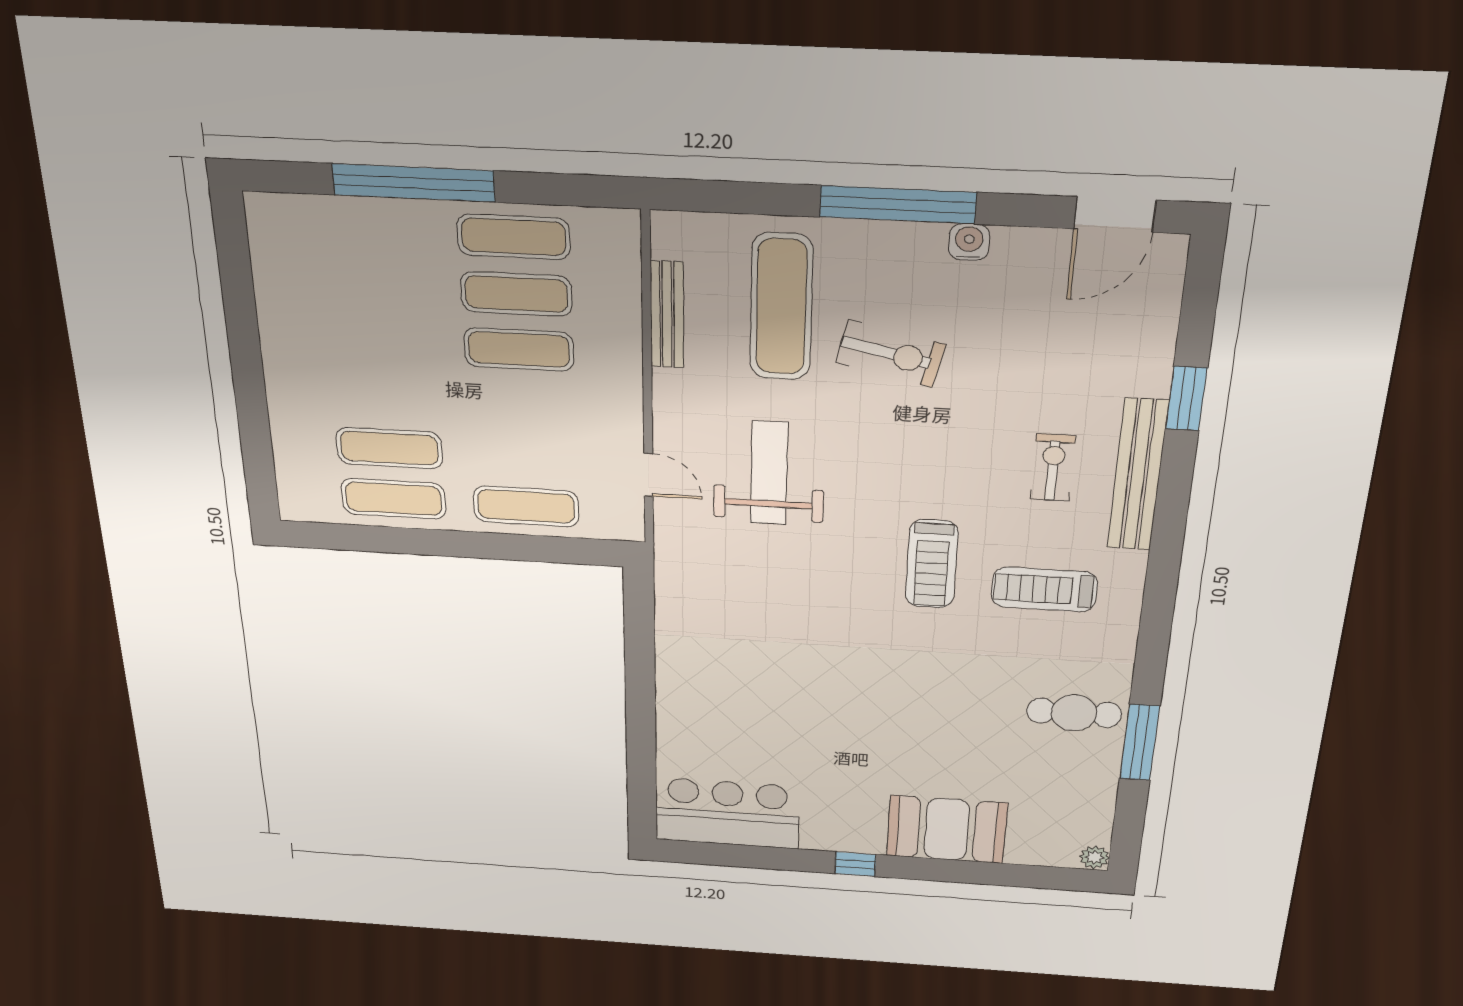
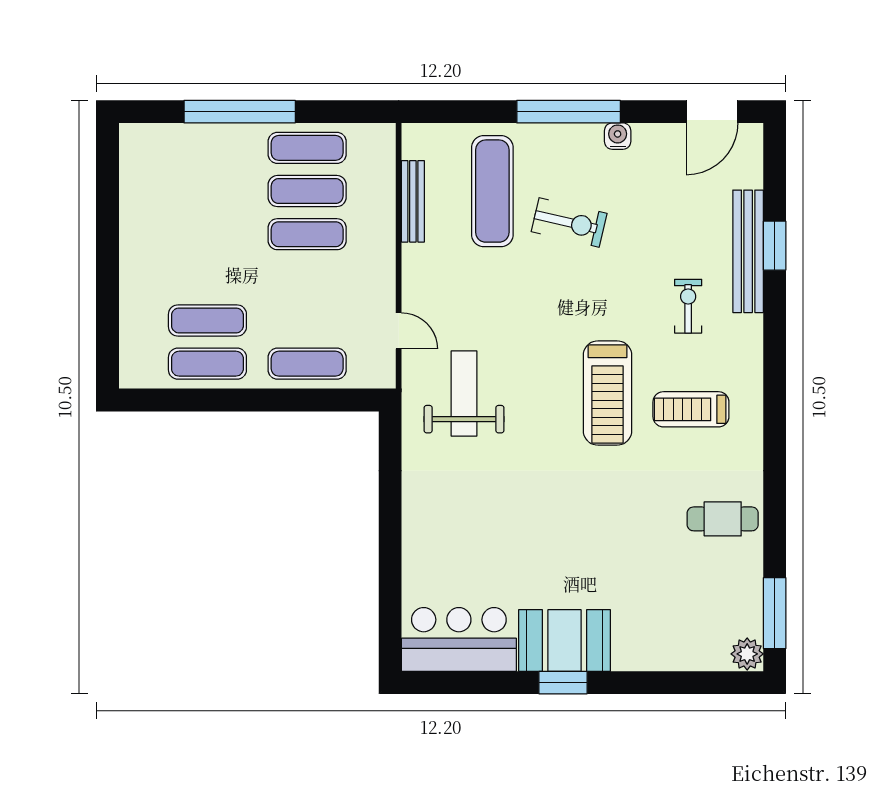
weight bench: (769, 473) -> (464, 394), moved
bench: (1138, 475) -> (748, 251), moved
treadmill: (932, 564) -> (607, 393), width x1.37, depth x1.38
window: (1140, 742) -> (775, 613), moved
booth: (947, 829) -> (564, 641), moved
plant: (1094, 857) -> (747, 654), width x1.38, depth x1.38
window: (855, 864) -> (563, 683), width x1.50

